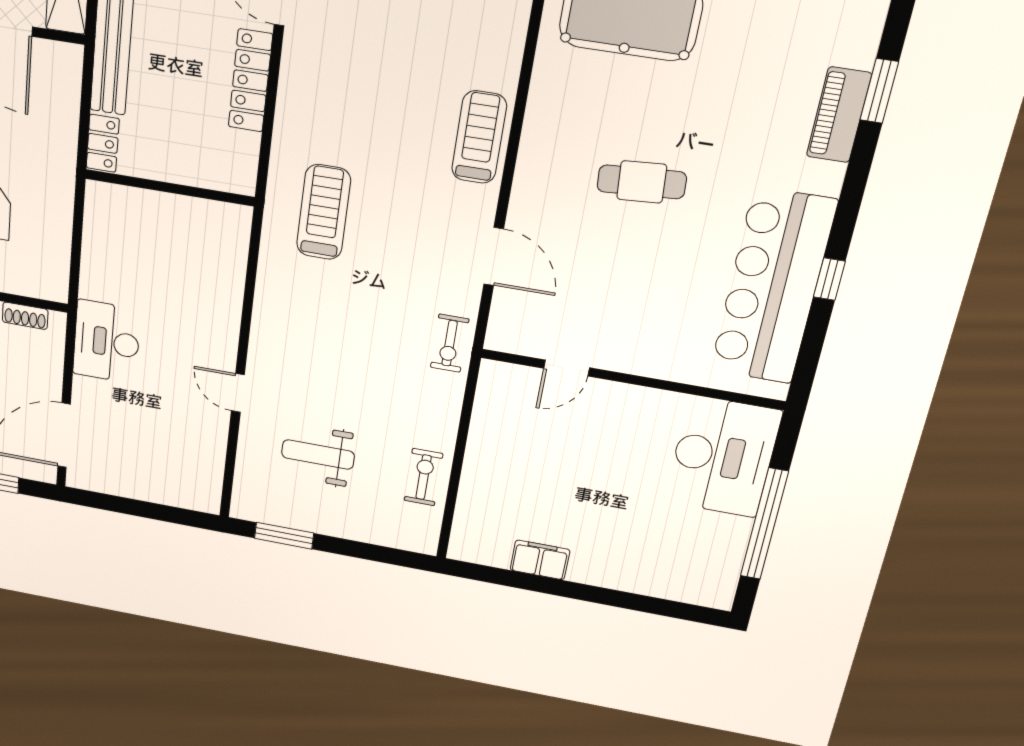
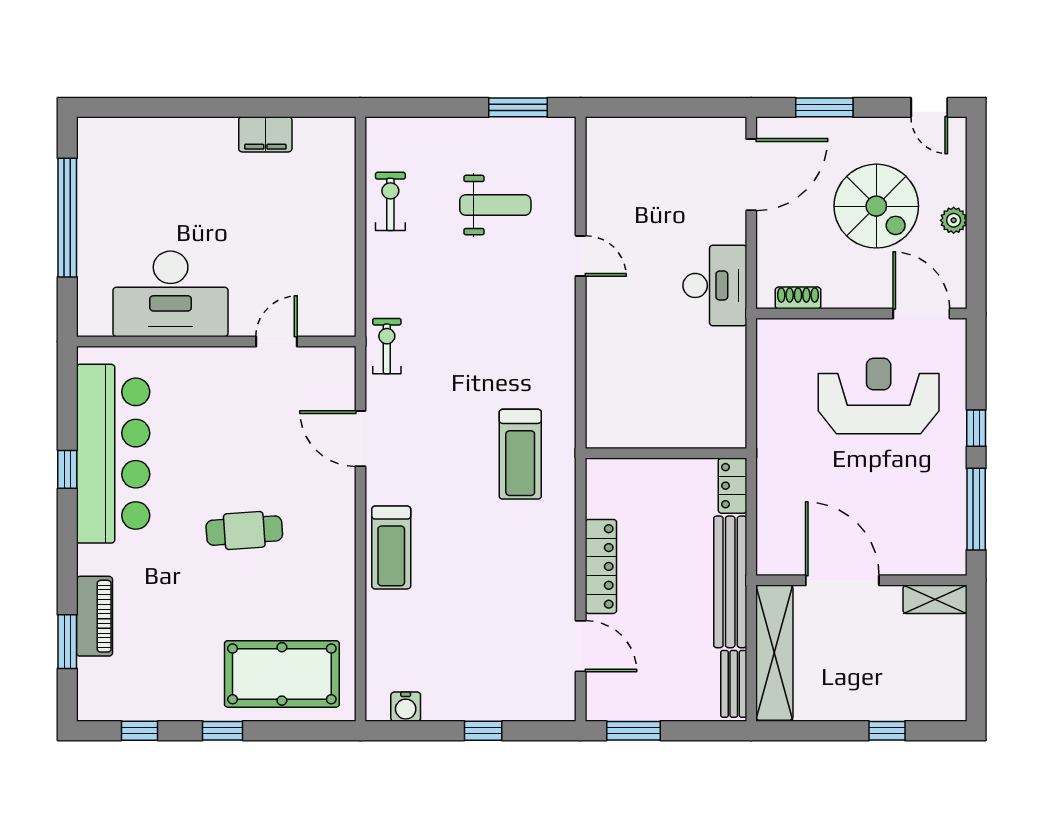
desk: (723, 457) -> (171, 294), moved, turned -90
exercise bike: (424, 477) -> (390, 201), turned 180

